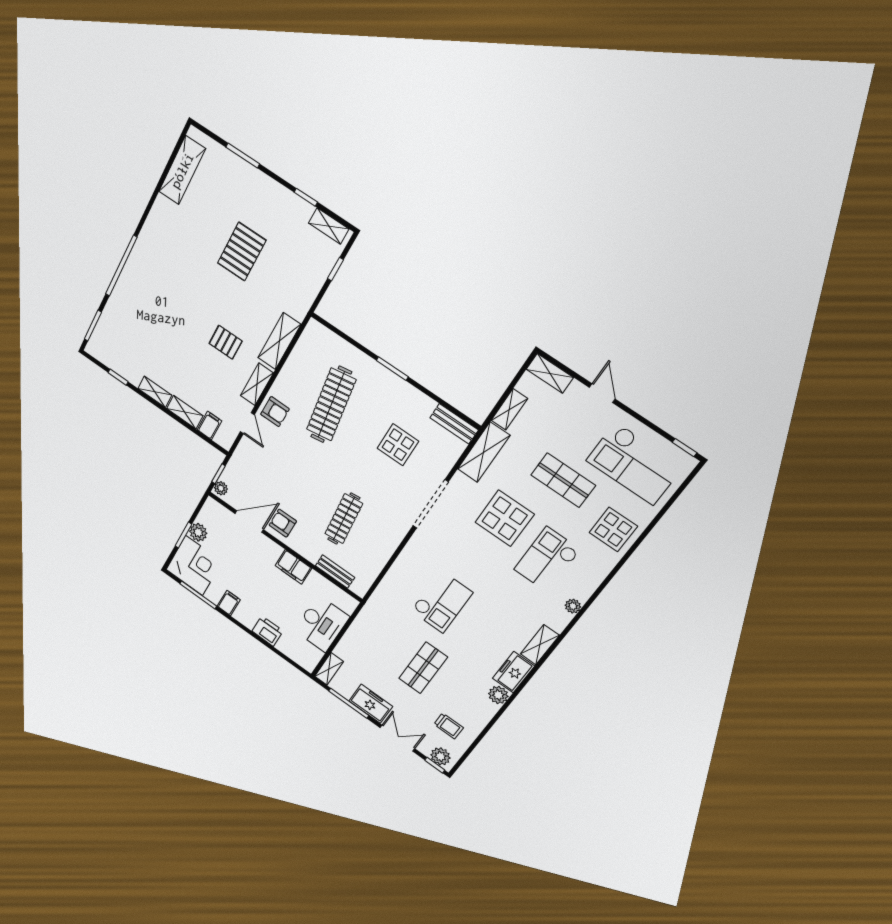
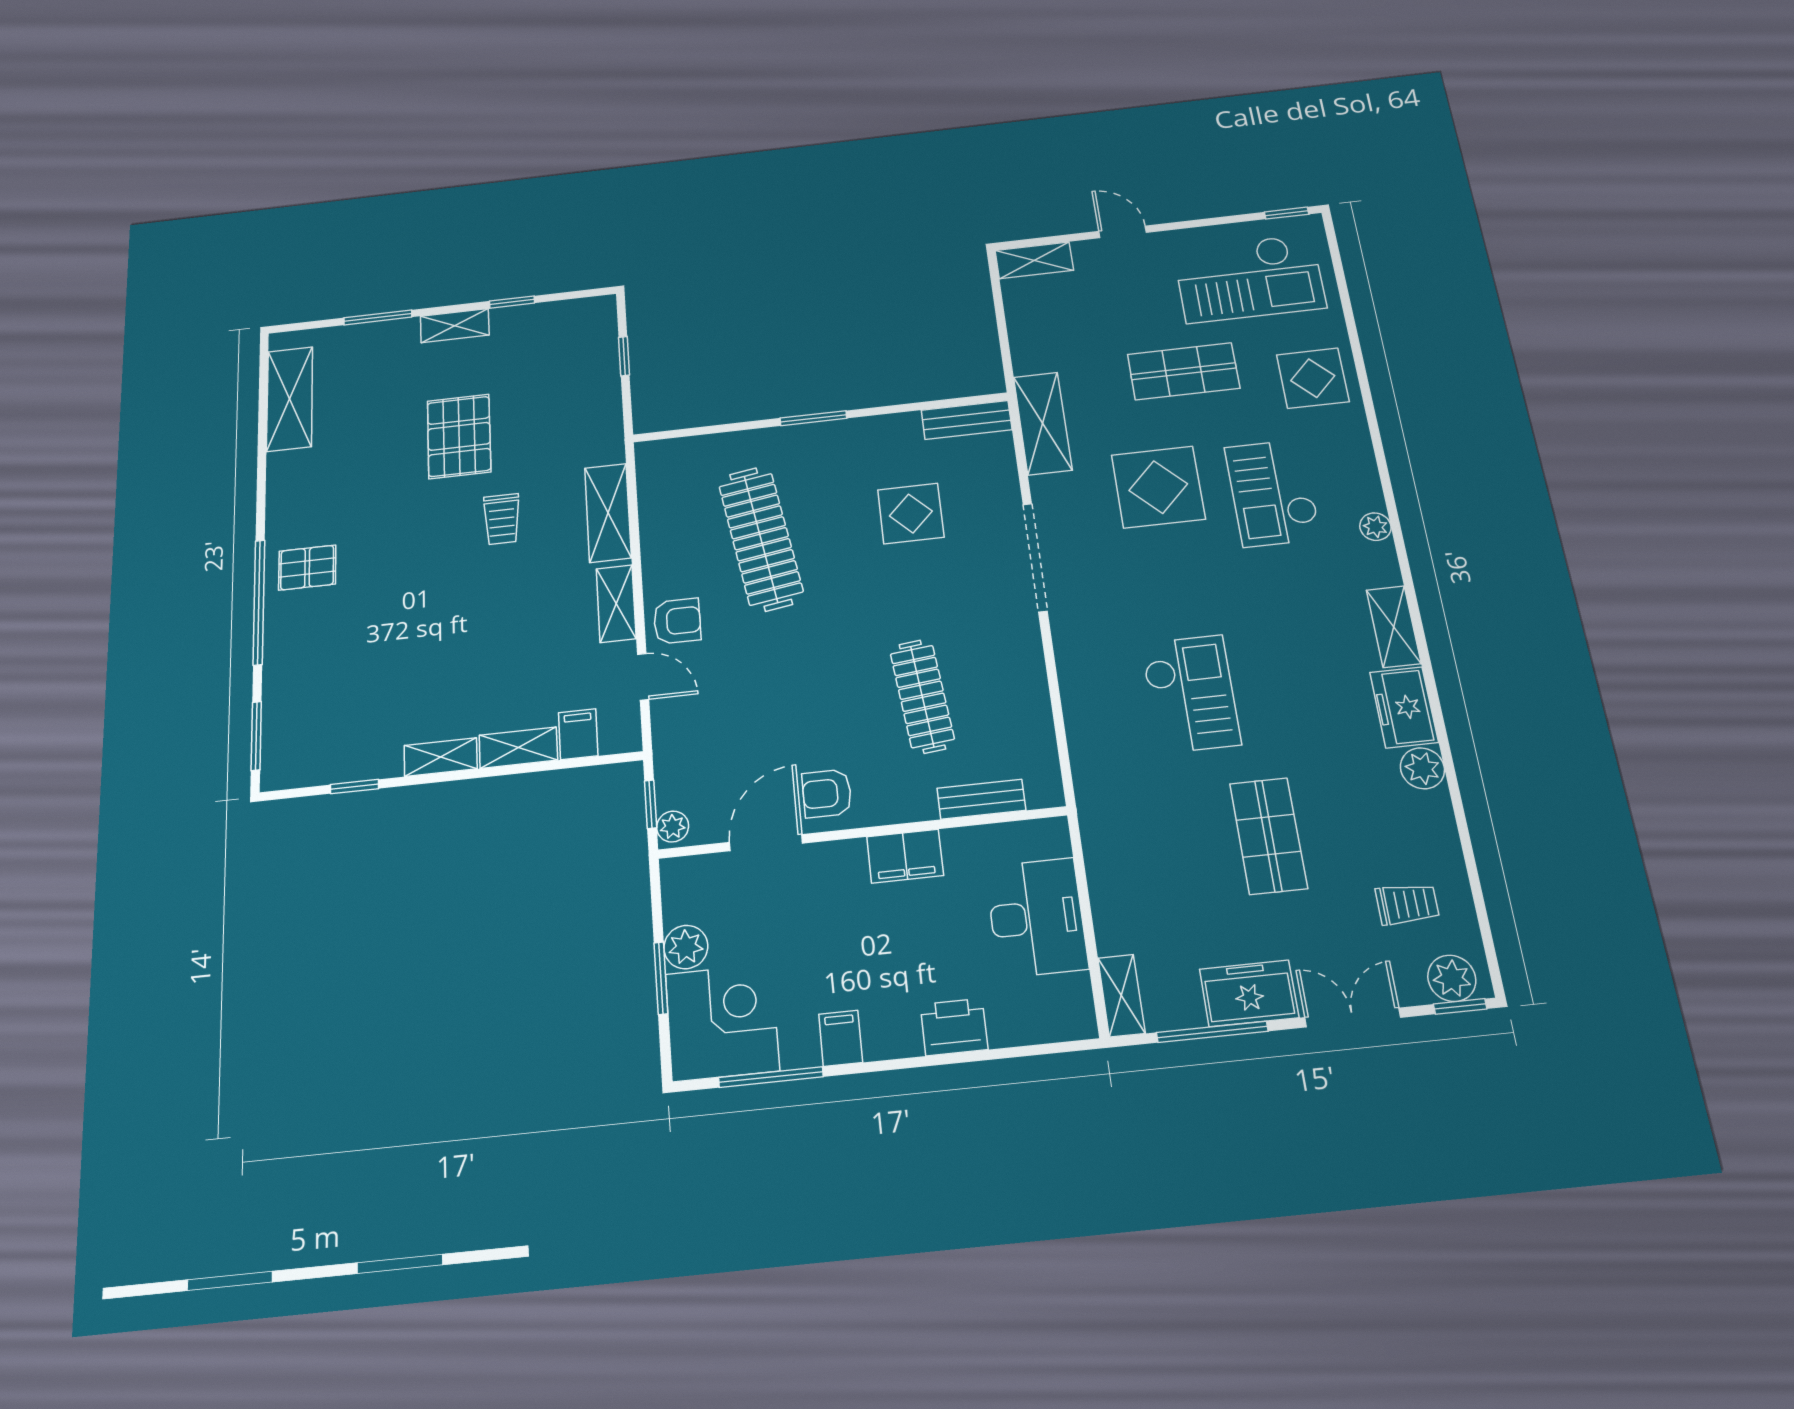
shelving: (329, 226) -> (455, 326), moved
trolley: (236, 308) -> (502, 519), added
pallet: (226, 342) -> (307, 568), moved
shelving: (509, 409) -> (1024, 342), removed

